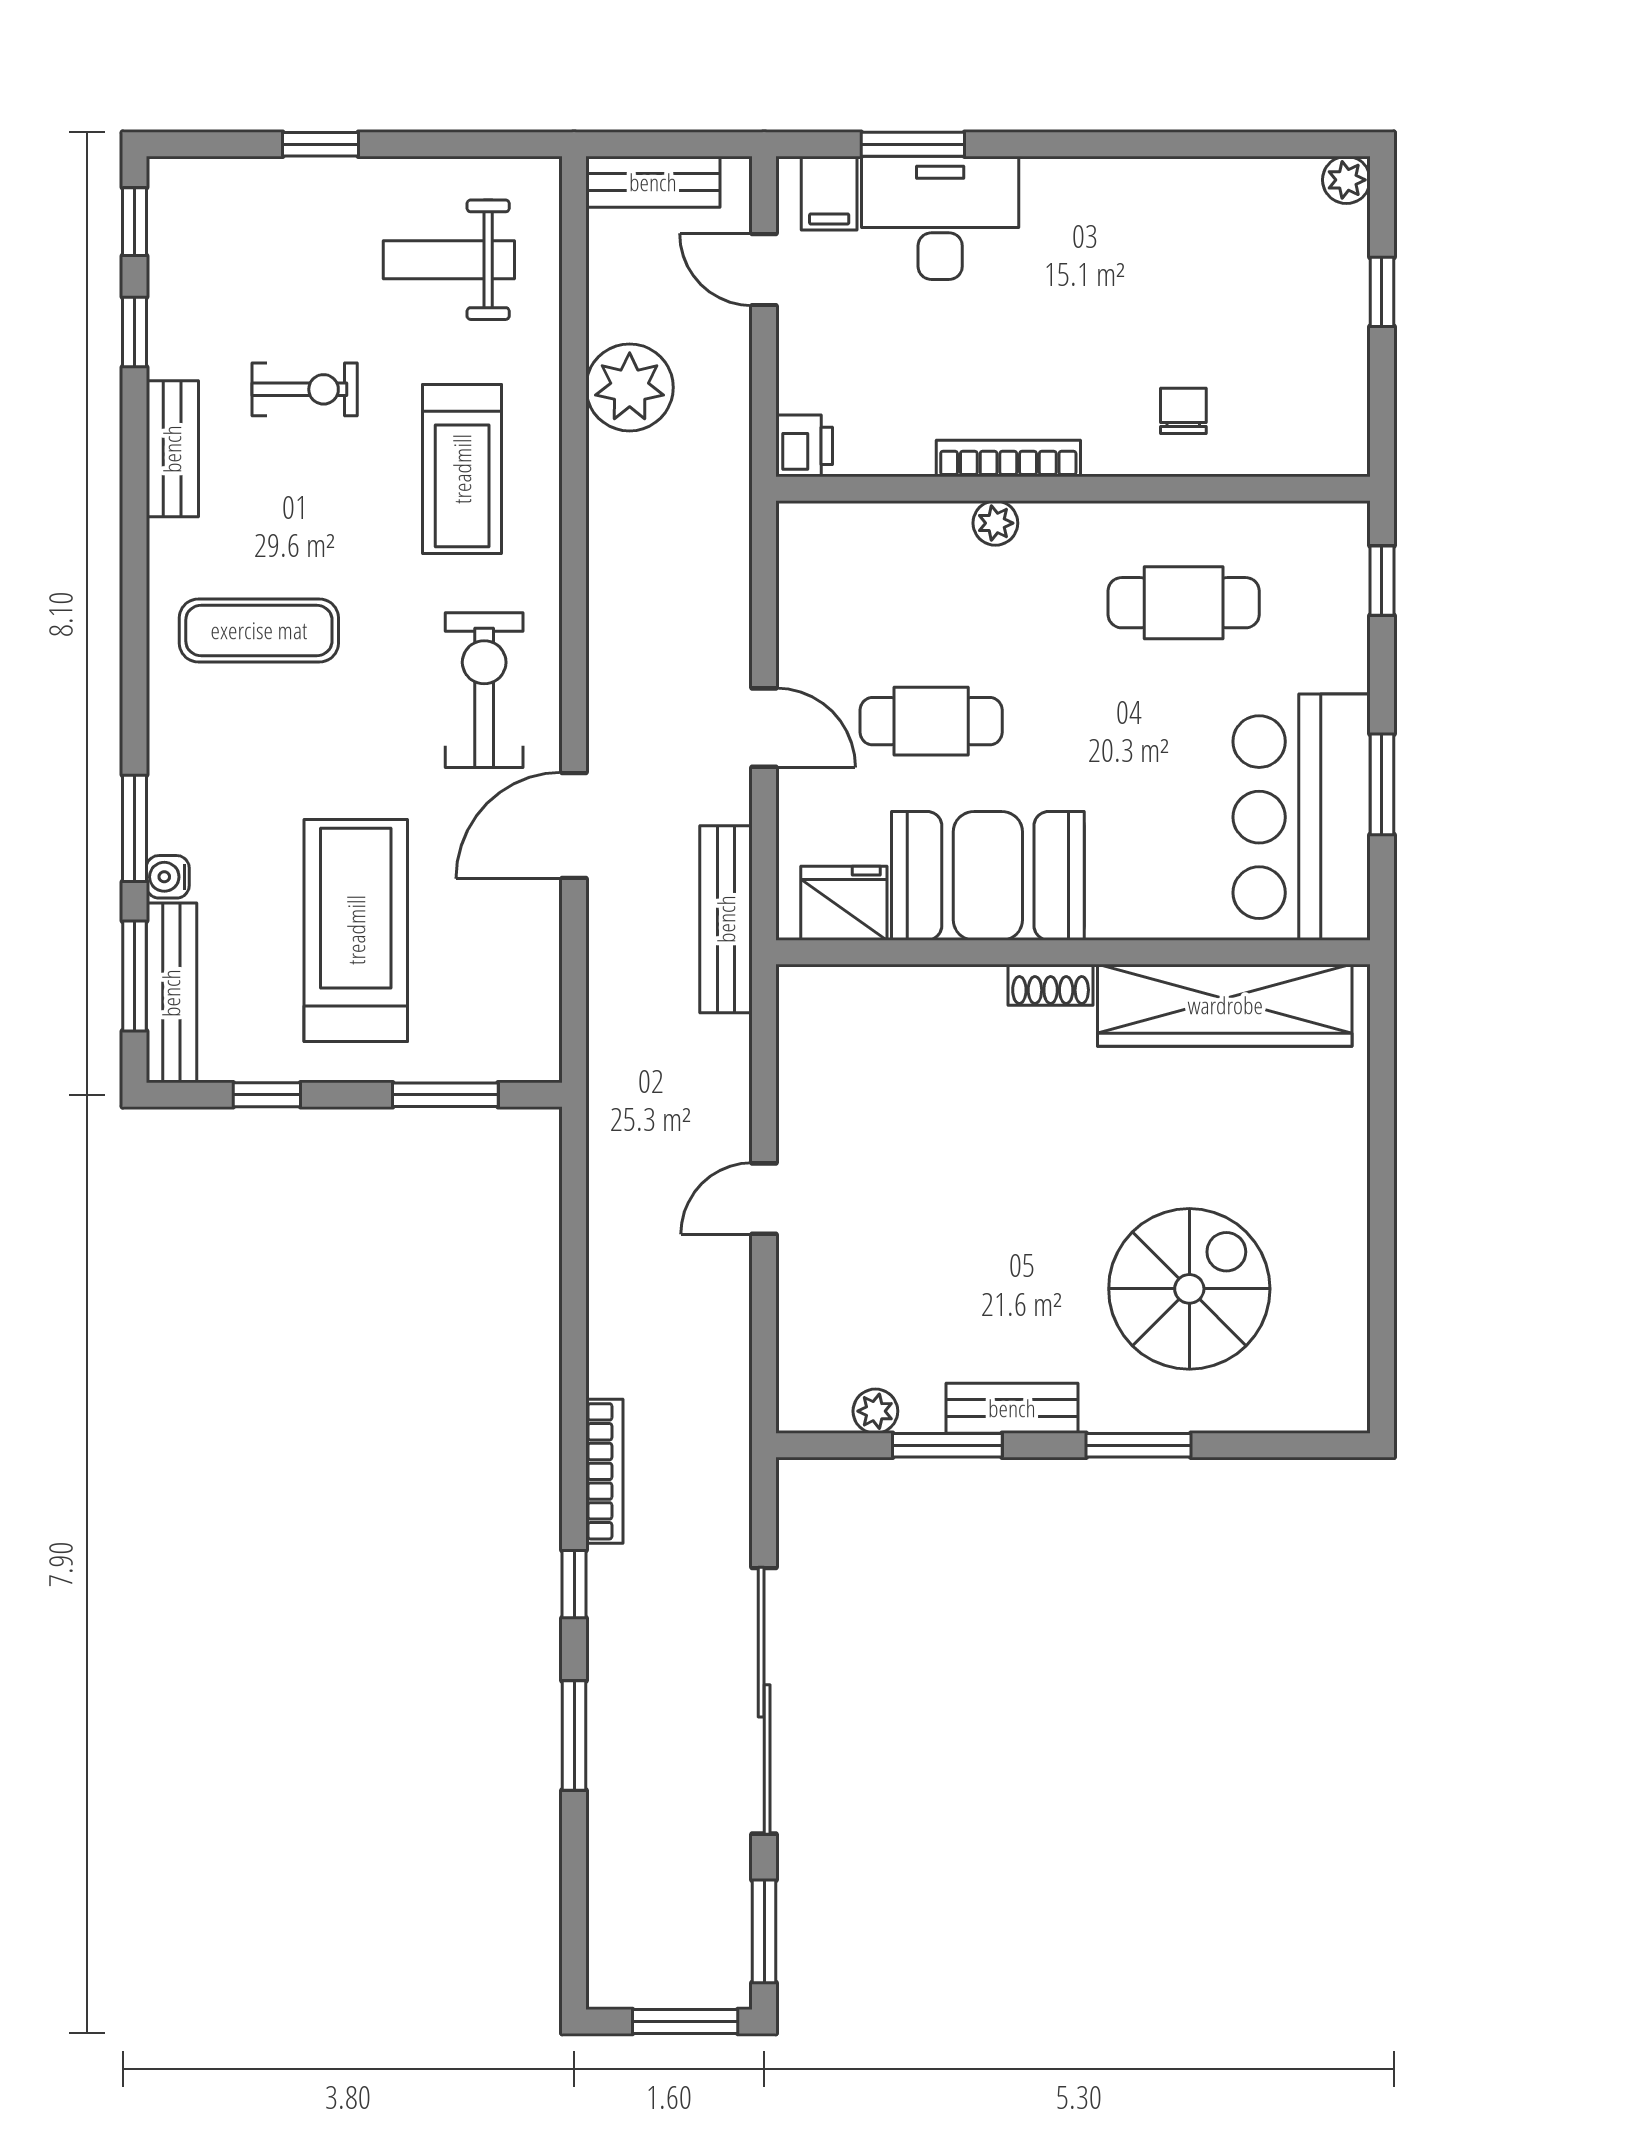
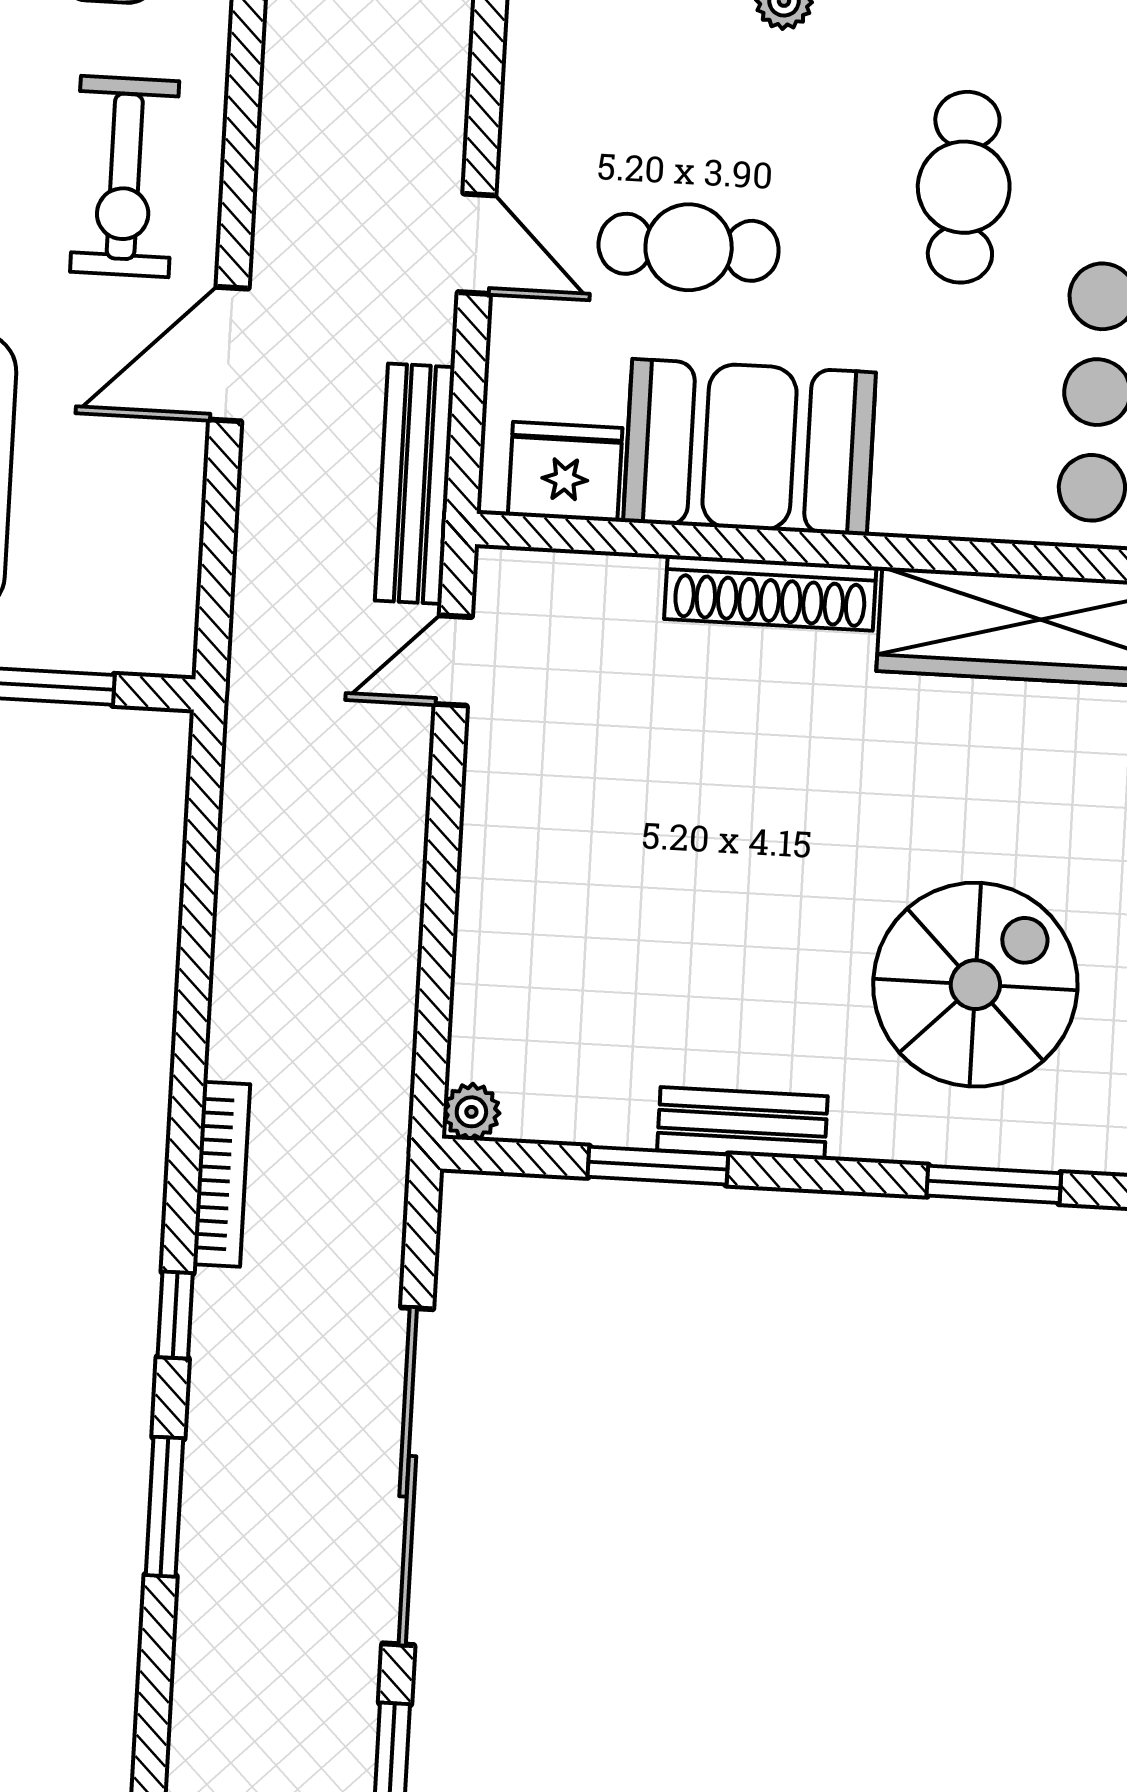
cafe table: (1184, 603) -> (964, 187), moved, turned 90
exercise bike: (484, 690) -> (125, 176), turned 180
shoe rack: (1051, 985) -> (770, 593), width x1.94, depth x1.24
door: (764, 1199) -> (453, 661), moved
plant: (875, 1411) -> (471, 1112), moved
window: (1138, 1445) -> (994, 1184), moved

